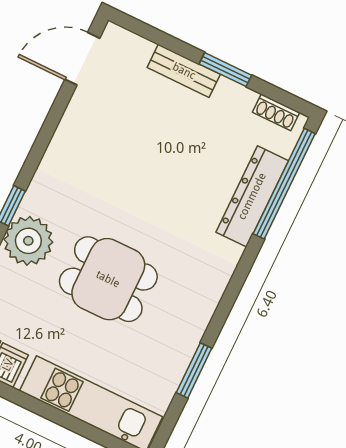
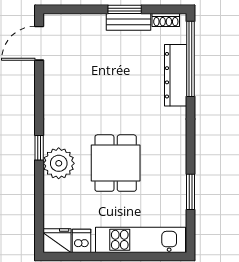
bench: (184, 71) -> (129, 22), moved
dining table: (108, 279) -> (116, 163), turned 90

